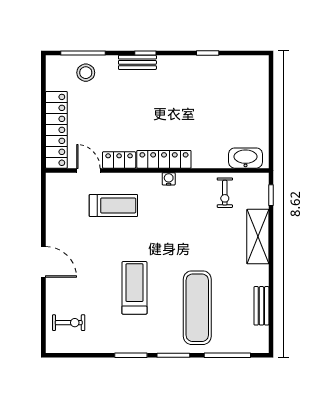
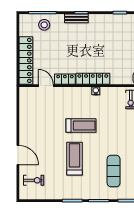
treadmill: (113, 206) -> (81, 126), moved
door: (43, 262) -> (18, 155), moved
exercise mat: (197, 308) -> (114, 171), width x0.73, depth x0.69

